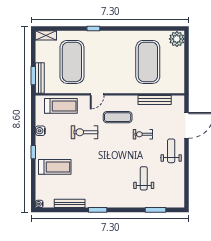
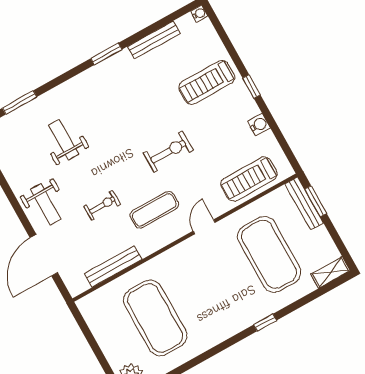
exercise bike: (85, 132) -> (168, 152), moved
weight bench: (144, 178) -> (64, 140), turned 180

